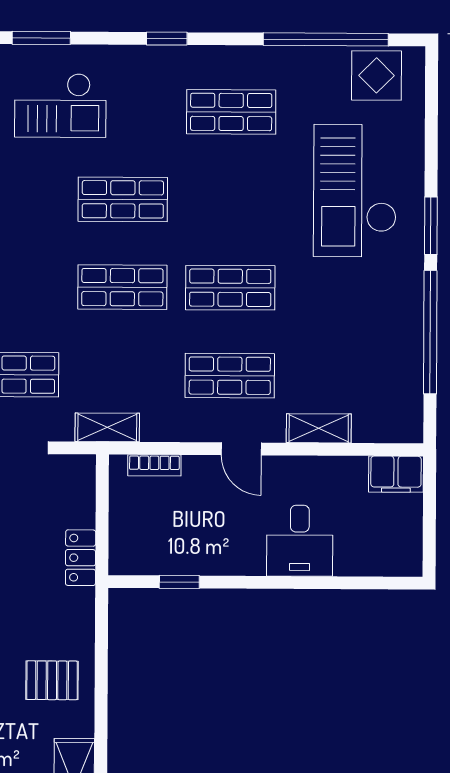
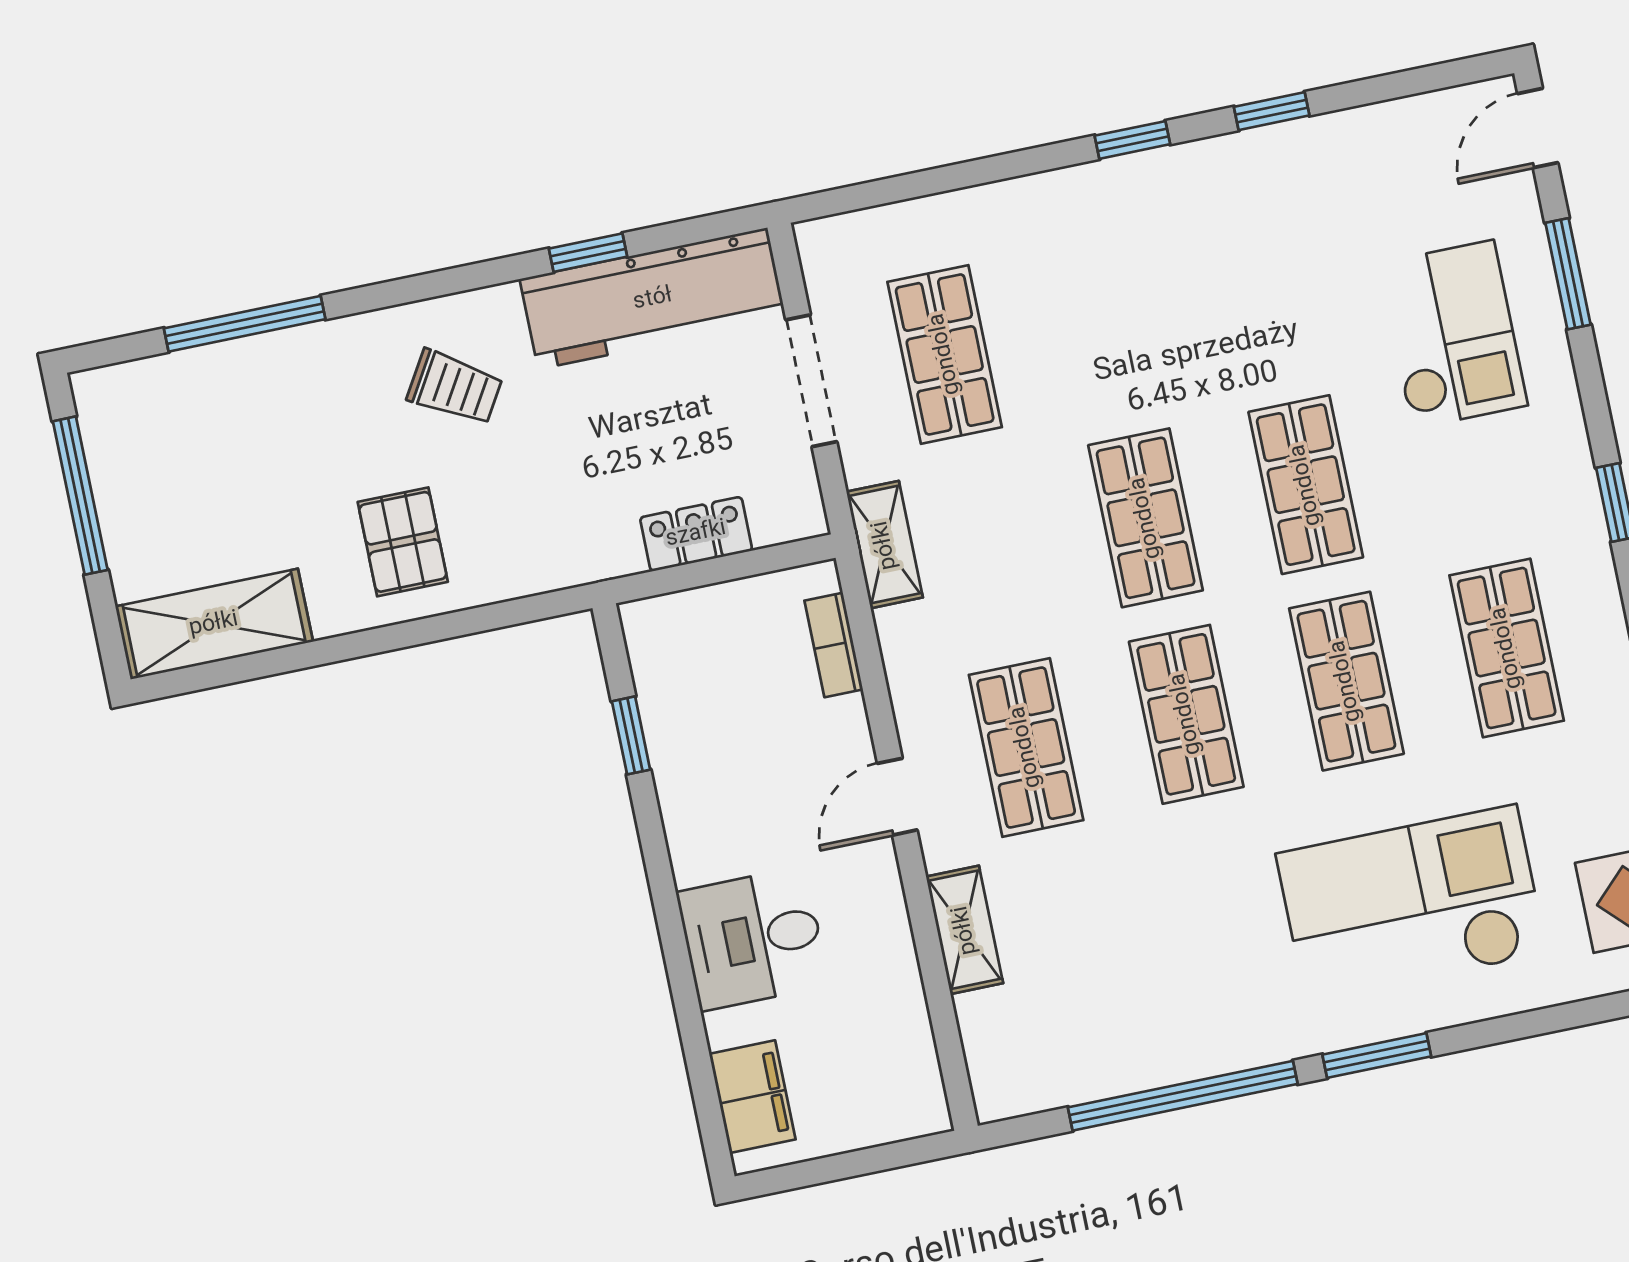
checkout: (60, 105) -> (1453, 334), turned 180
shop shelf: (231, 200) -> (1346, 681), added
filing cabinet: (396, 474) -> (752, 1097), moved, turned 180
locker: (81, 558) -> (696, 534), moved

